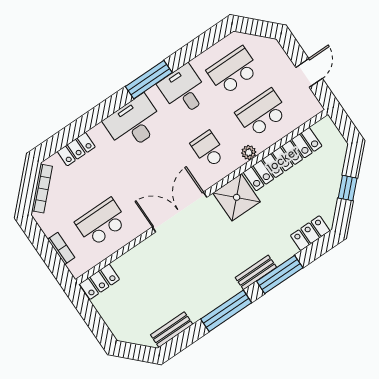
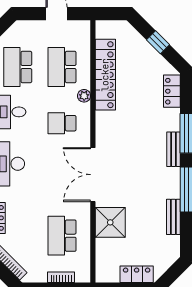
shower: (237, 197) -> (110, 222), moved
locker: (99, 282) -> (137, 274), moved, turned -90
bench: (172, 330) -> (173, 217), moved

